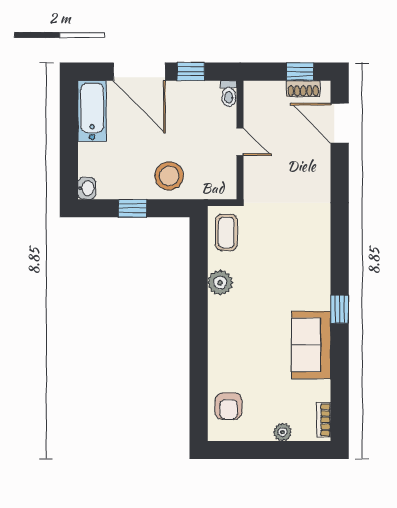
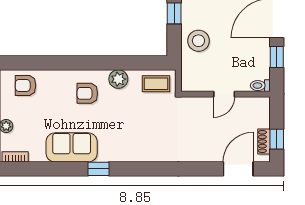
armchair: (239, 324) -> (87, 93), added

